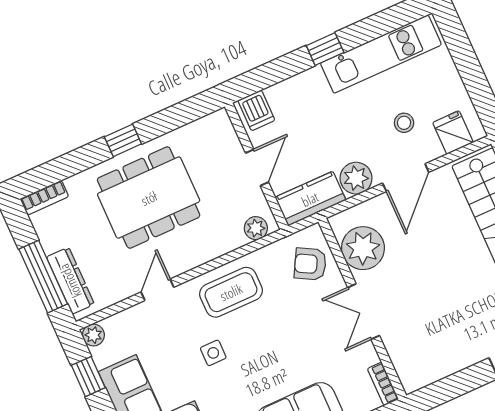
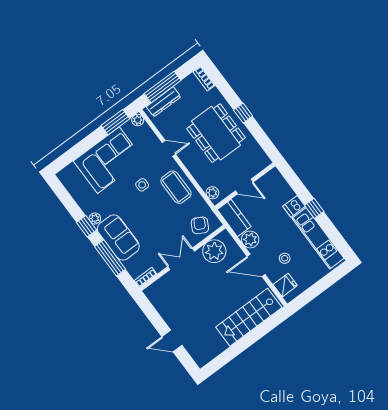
dishwasher: (256, 110) -> (294, 206), moved
window: (88, 377) -> (115, 122), width x1.50

